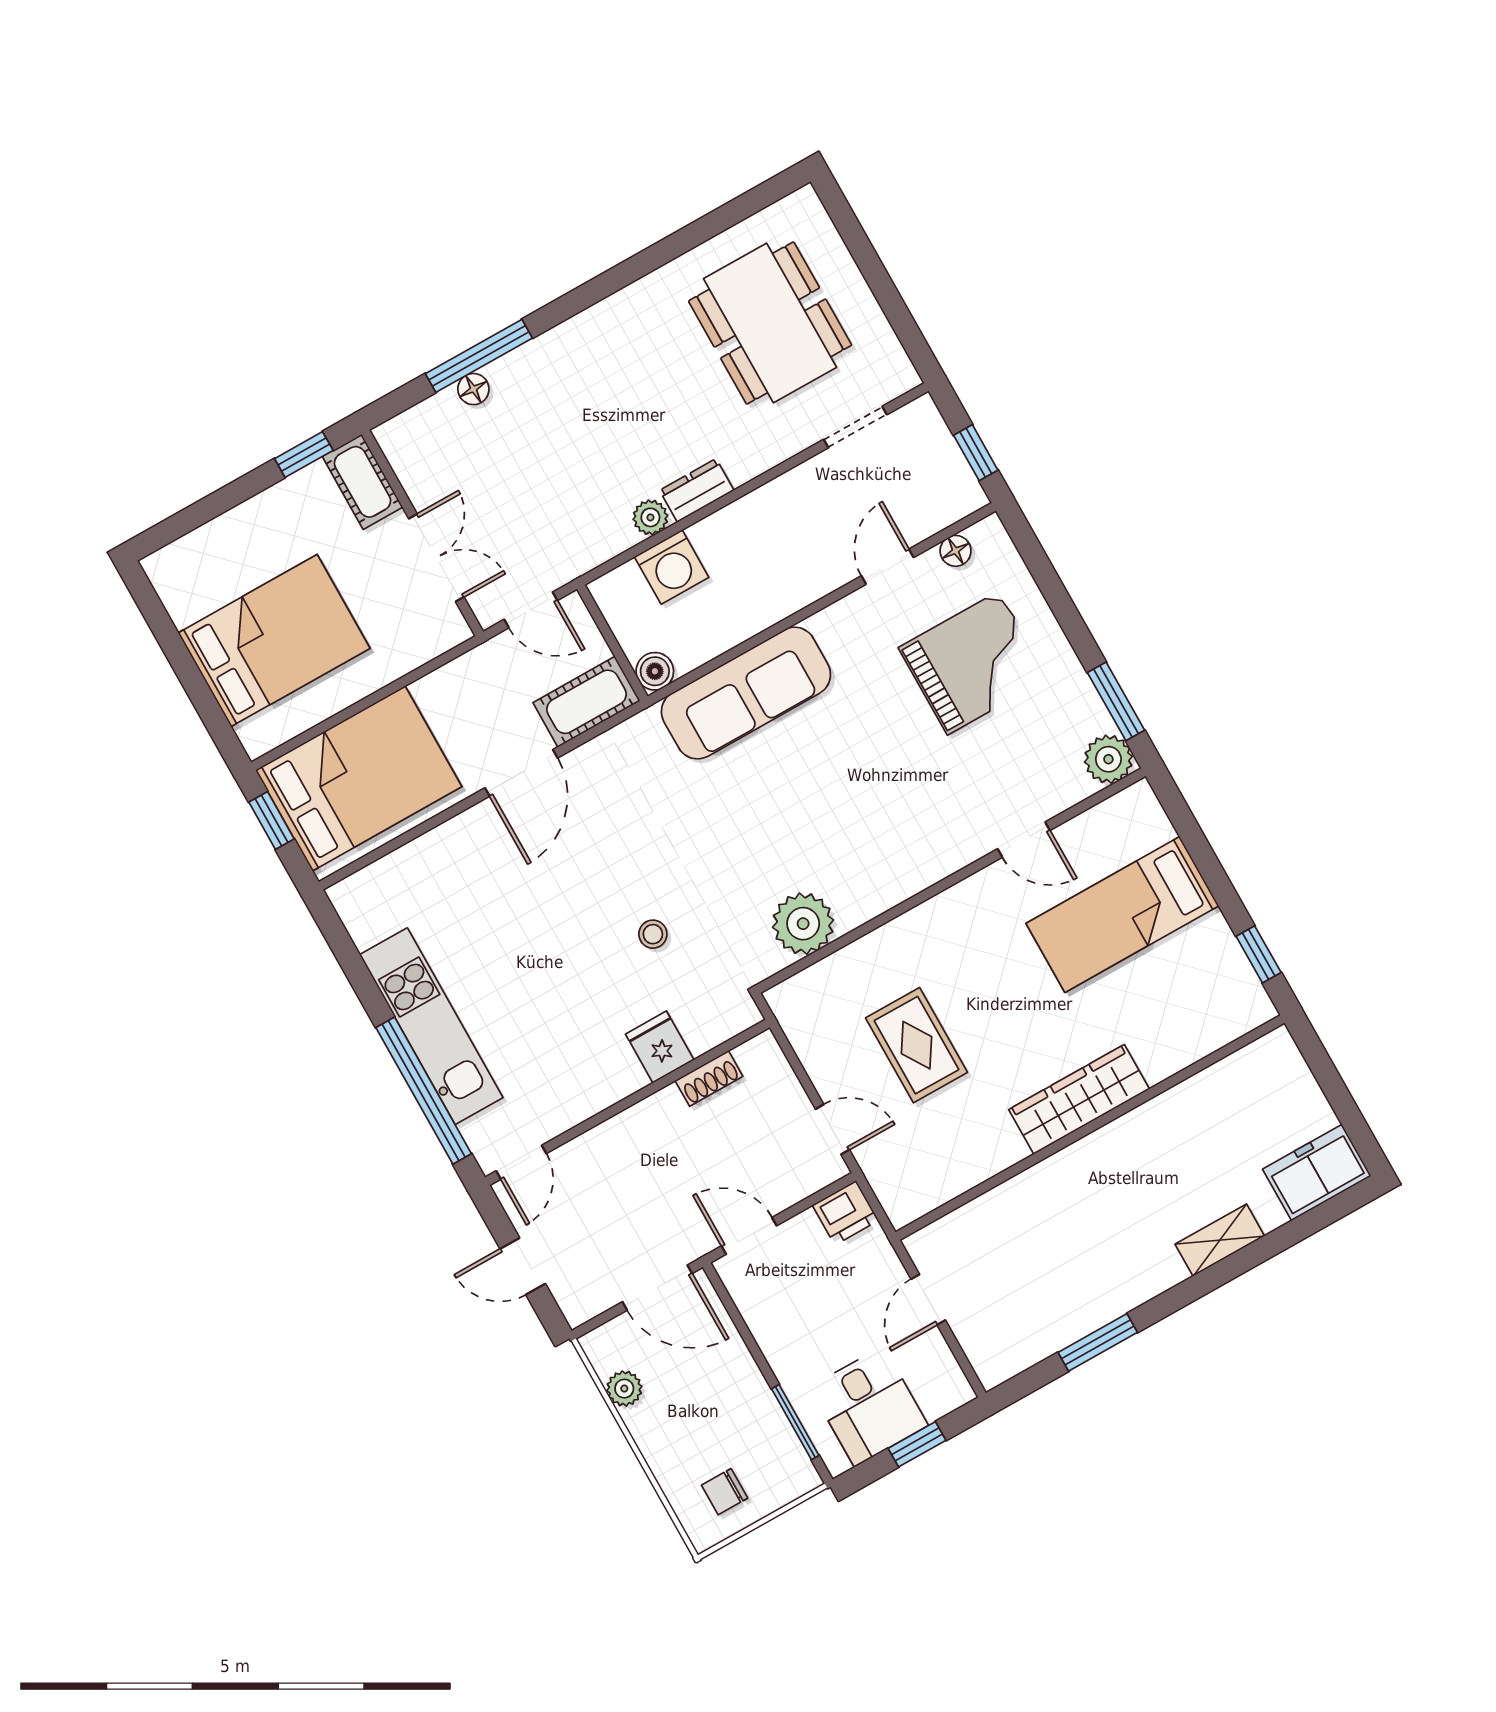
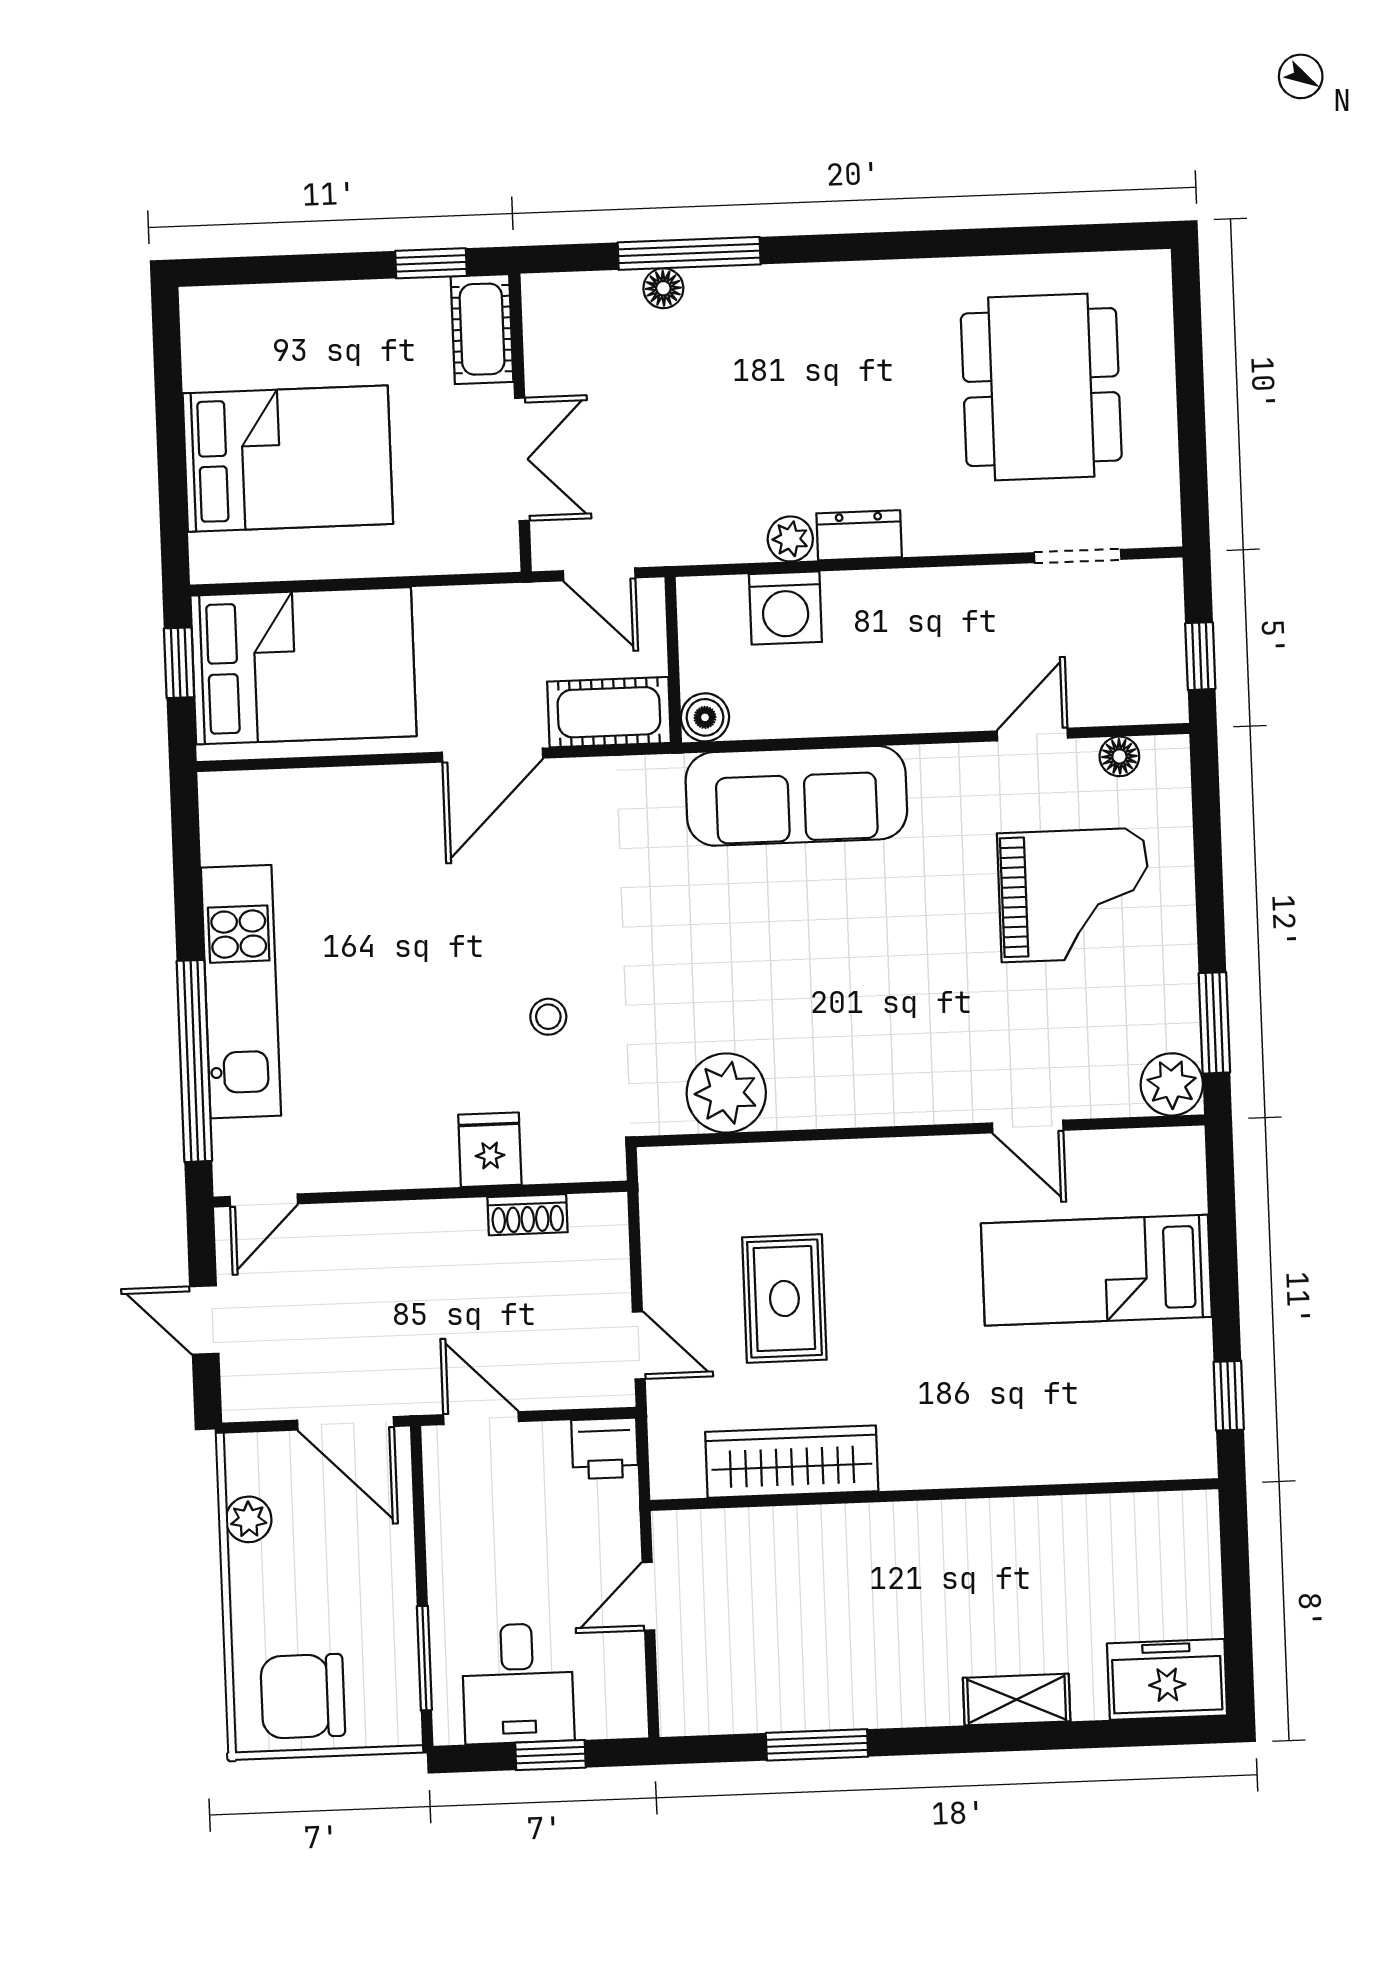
wardrobe: (1079, 1099) -> (792, 1462), moved
chair: (725, 1492) -> (303, 1696), width x1.87, depth x1.87

